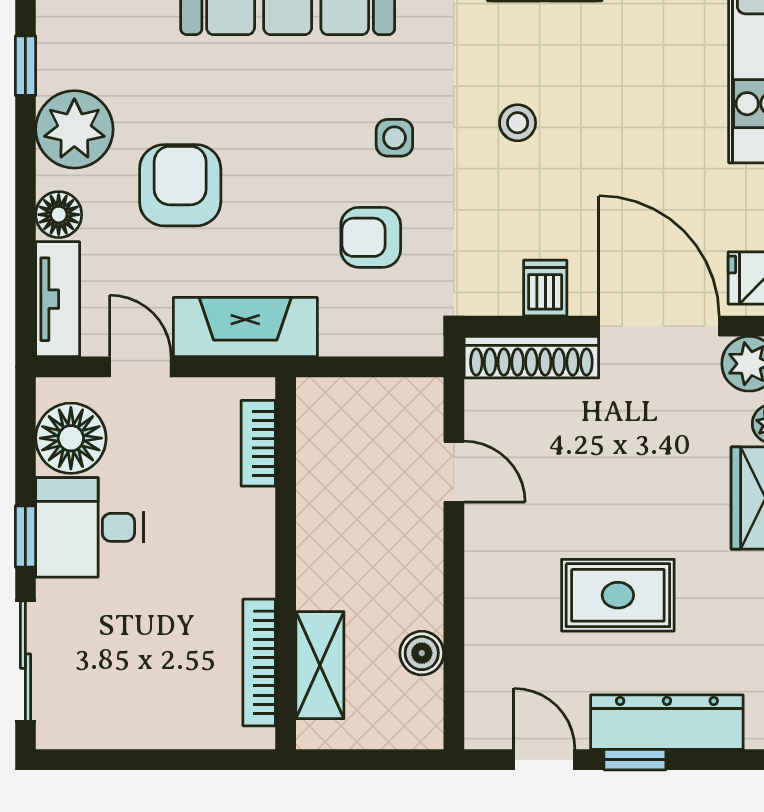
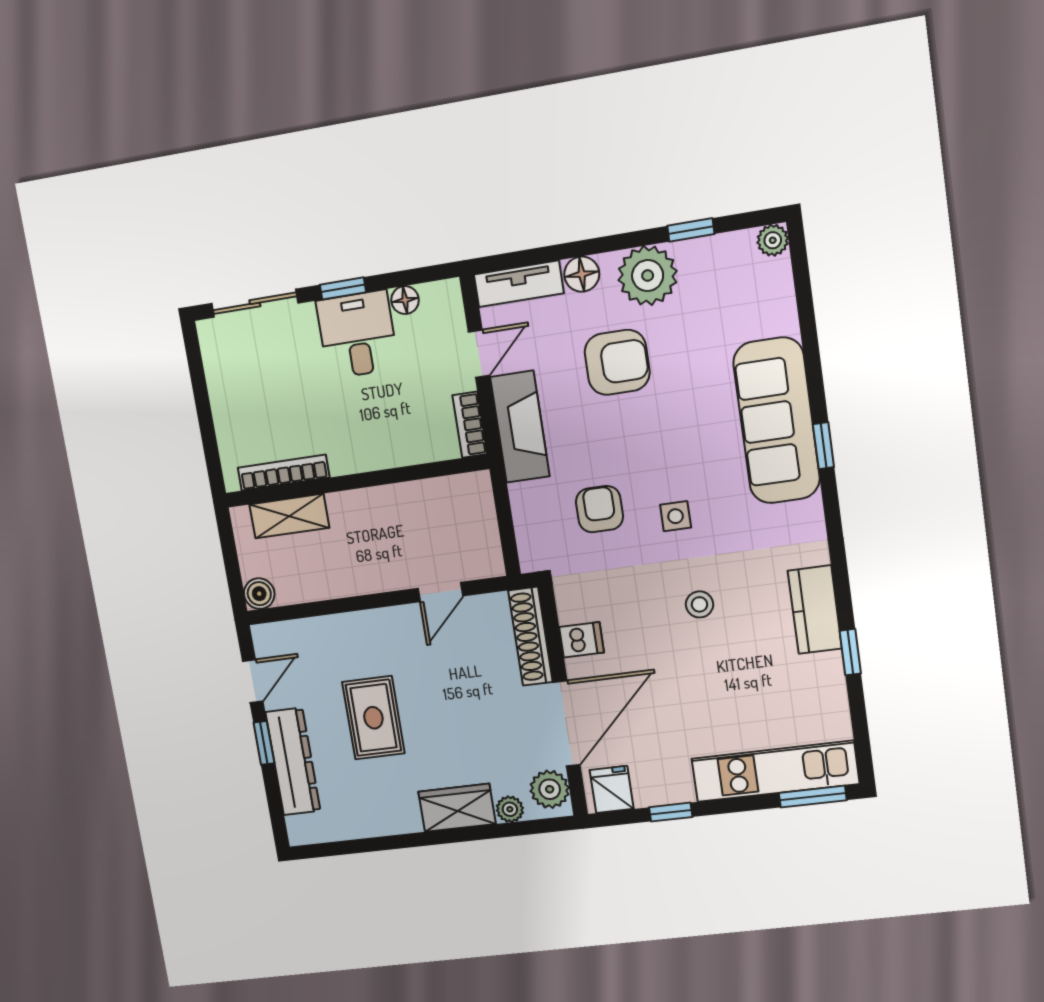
floor lamp: (71, 438) -> (405, 300), width x0.53, depth x0.53
bookcase: (258, 443) -> (470, 425), moved, turned -90
boiler: (422, 653) -> (259, 594), moved

